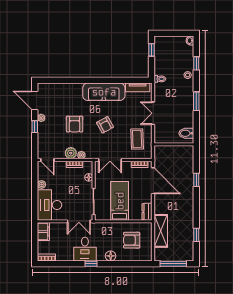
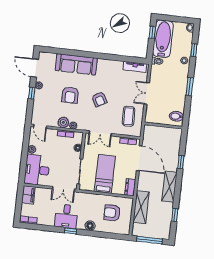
bathtub: (163, 55) -> (163, 39), added
sofa: (104, 92) -> (76, 64), moved
shelving: (187, 206) -> (169, 187), added

